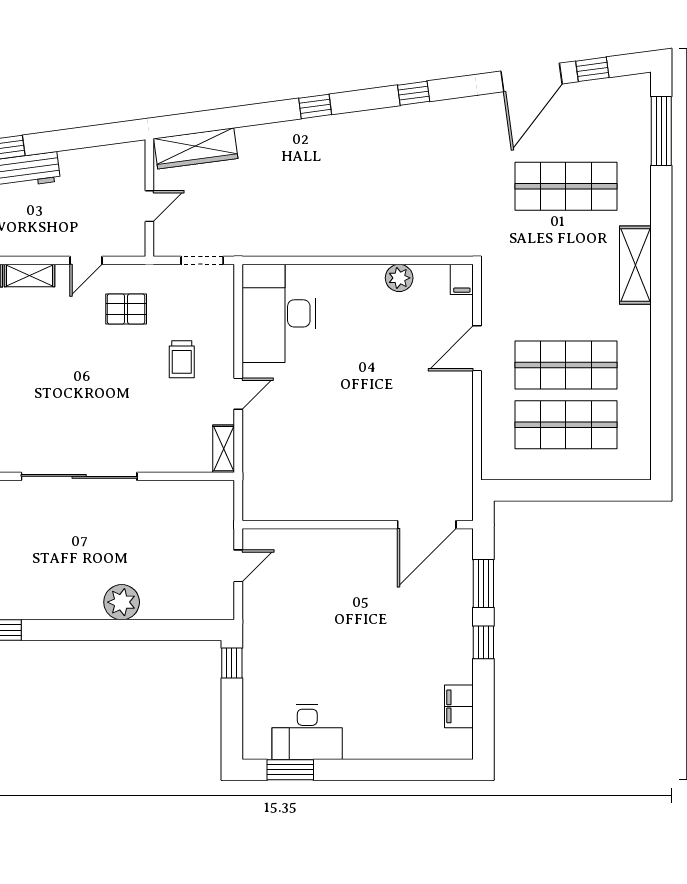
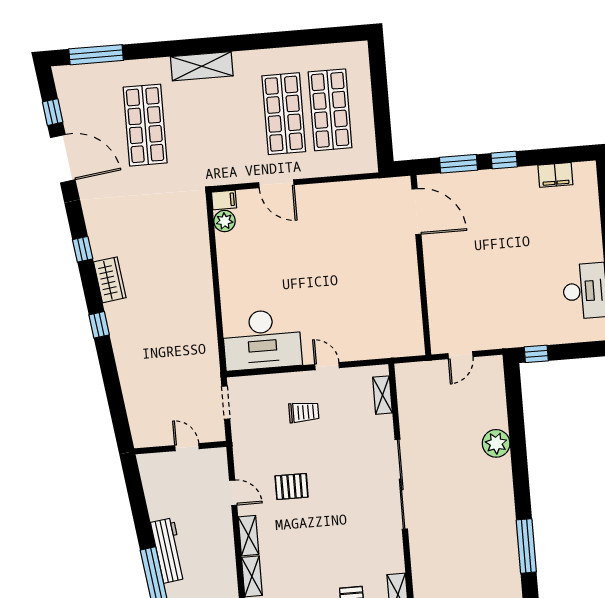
wardrobe: (196, 148) -> (110, 280), moved, width x0.67
plant: (399, 278) -> (225, 221), moved
pallet: (126, 309) -> (292, 487), moved, turned 90
shelving: (224, 449) -> (382, 395), moved, turned 90
door: (238, 566) -> (460, 355), swing flipped

